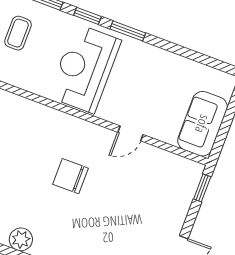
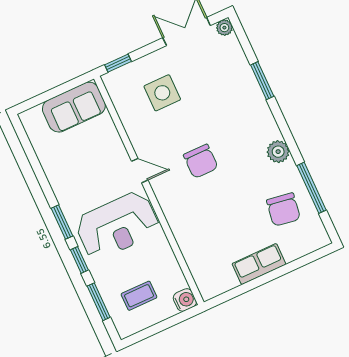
door: (130, 133) -> (140, 171), moved
side table: (148, 198) -> (162, 93), added

